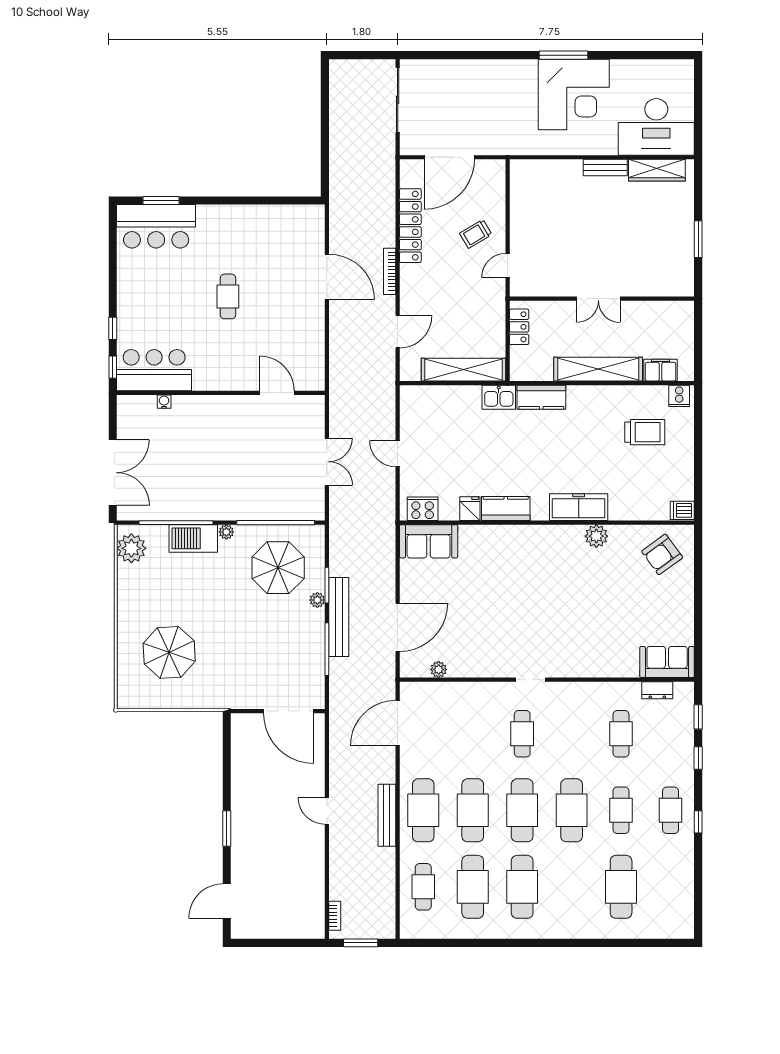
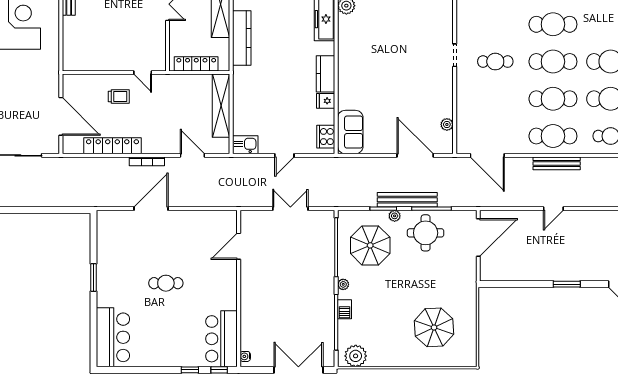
window: (161, 200) -> (94, 278), moved
trolley: (476, 234) -> (119, 96), turned -59
locker: (519, 327) -> (196, 64), width x1.53
kitchen sink: (499, 397) -> (245, 145), moved, turned -90
kitchen counter: (541, 397) -> (242, 38), width x1.50
water cooler: (164, 402) -> (245, 356), moved
barbecue: (193, 538) -> (345, 309), width x0.53, depth x0.65
round table: (295, 641) -> (426, 233), added

